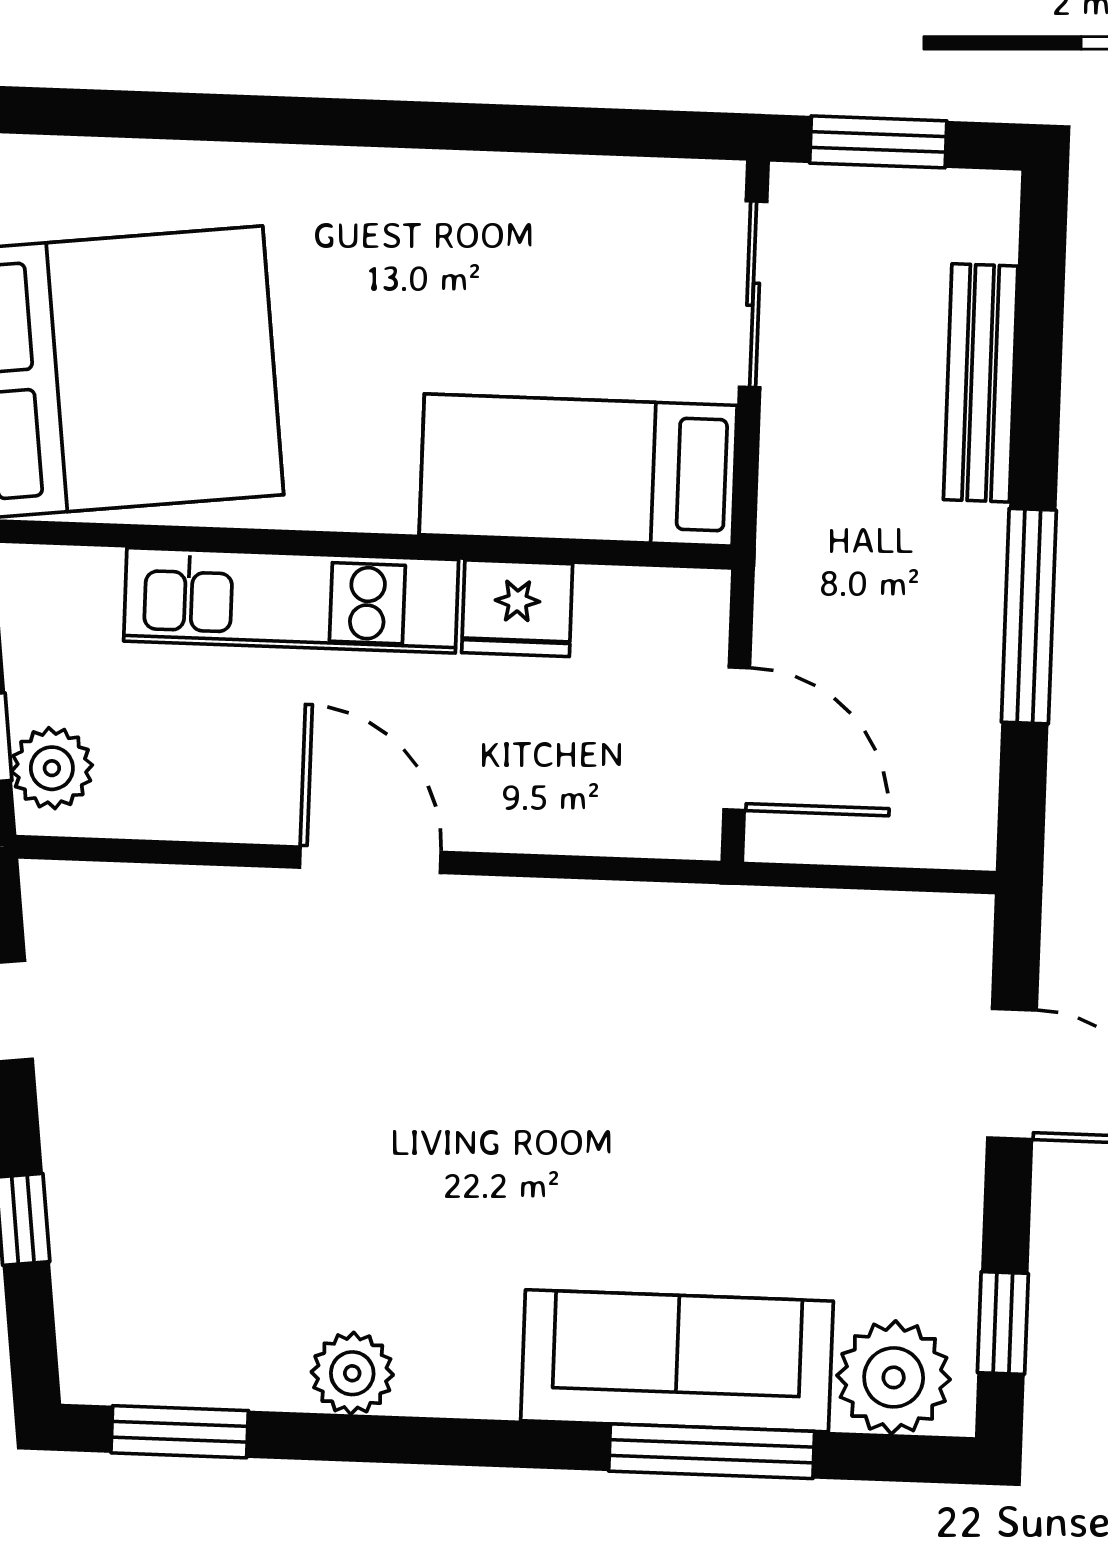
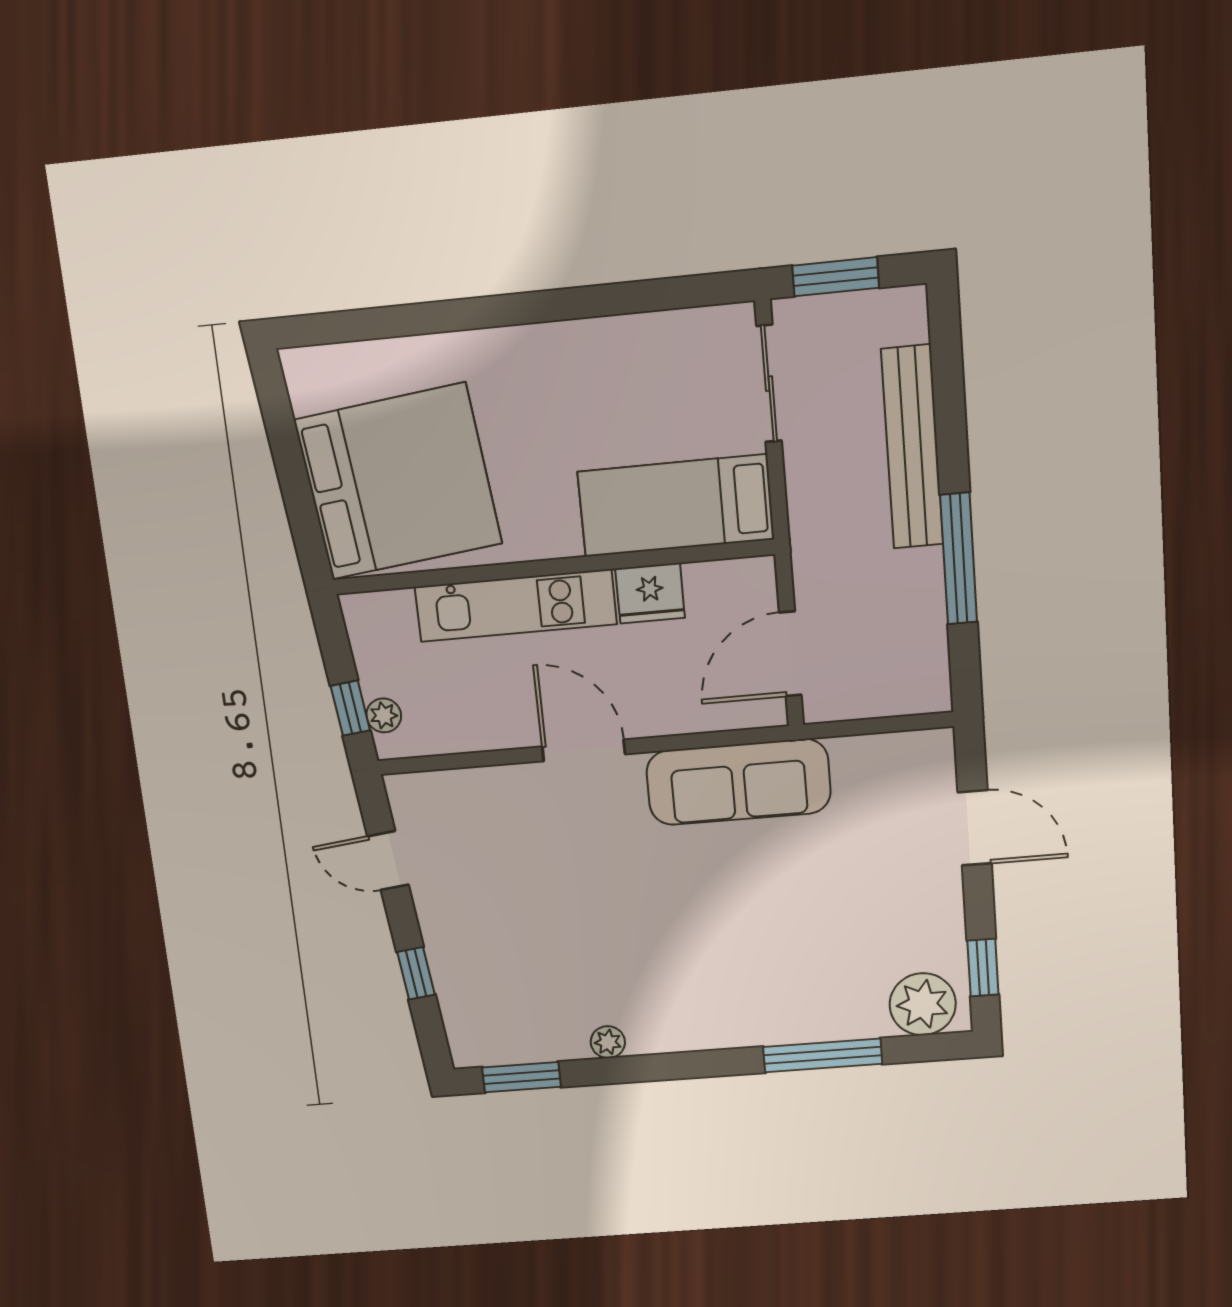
bench: (981, 383) -> (912, 447), width x1.37, depth x1.21
door: (737, 739) -> (790, 654), swing flipped
plant: (52, 768) -> (384, 715), width x0.73, depth x0.73
sofa: (677, 1361) -> (739, 782), moved, turned 180
plant: (352, 1373) -> (608, 1042), width x0.73, depth x0.73

